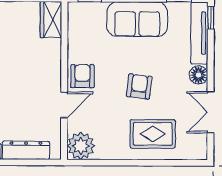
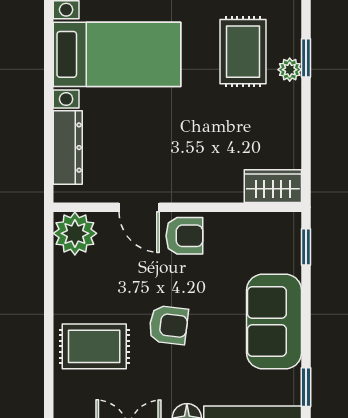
rug: (153, 134) -> (94, 346), turned 90

